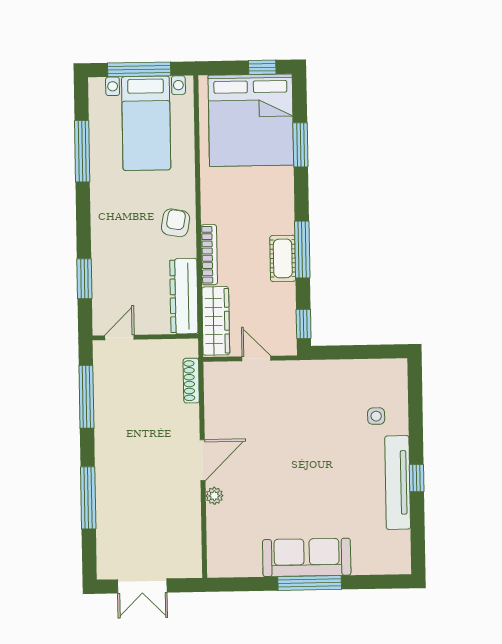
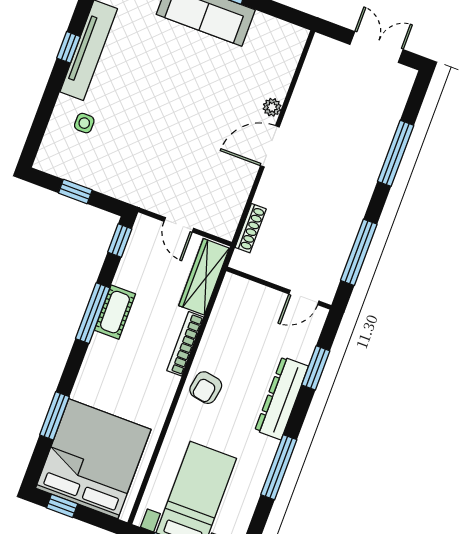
window: (82, 151) -> (279, 467), moved
dresser: (184, 296) -> (282, 398), moved, turned 180
window: (360, 352) -> (75, 192), added

